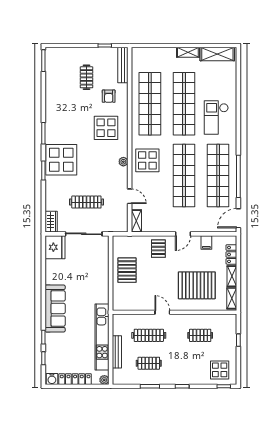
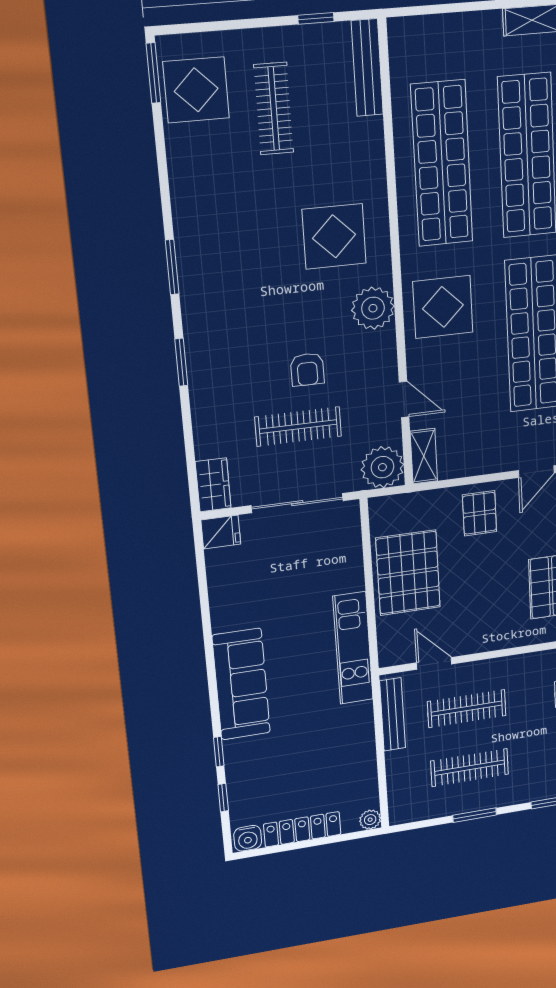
clothes rail: (86, 77) -> (274, 109), width x1.36
armchair: (109, 96) -> (307, 369), moved
display table: (61, 160) -> (196, 90), moved, width x0.73, depth x0.73
plant: (123, 162) -> (373, 308), width x1.88, depth x1.88
plant: (119, 223) -> (382, 467), added
fridge: (55, 247) -> (221, 532), width x0.53, depth x0.75
pallet: (127, 270) -> (408, 573), width x1.37, depth x1.41
door: (162, 312) -> (434, 663), moved
kitchen unit: (102, 337) -> (353, 648), moved, width x0.73
bench: (117, 352) -> (393, 714), moved
clothes rail: (149, 363) -> (470, 768), width x1.36

